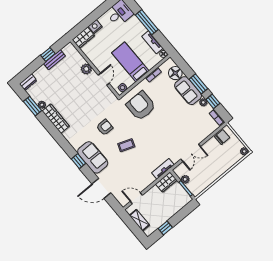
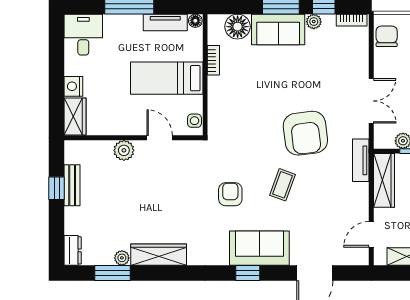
armchair: (141, 106) -> (305, 133), moved, turned -97
wardrobe: (166, 182) -> (384, 180), width x1.50

